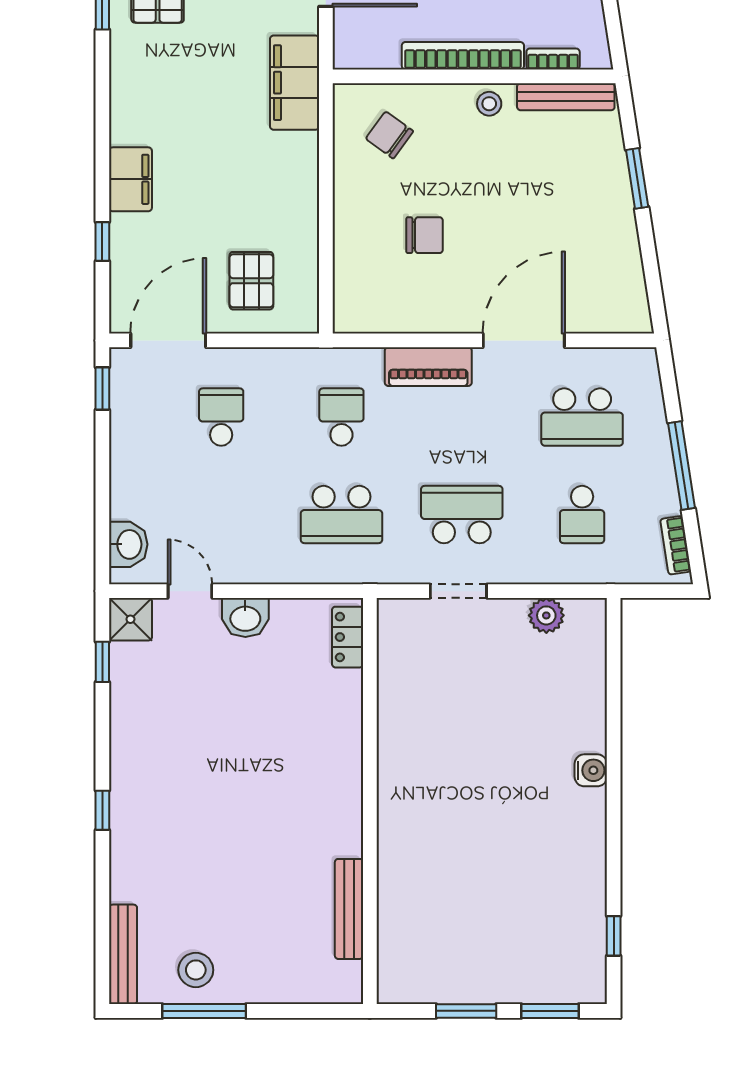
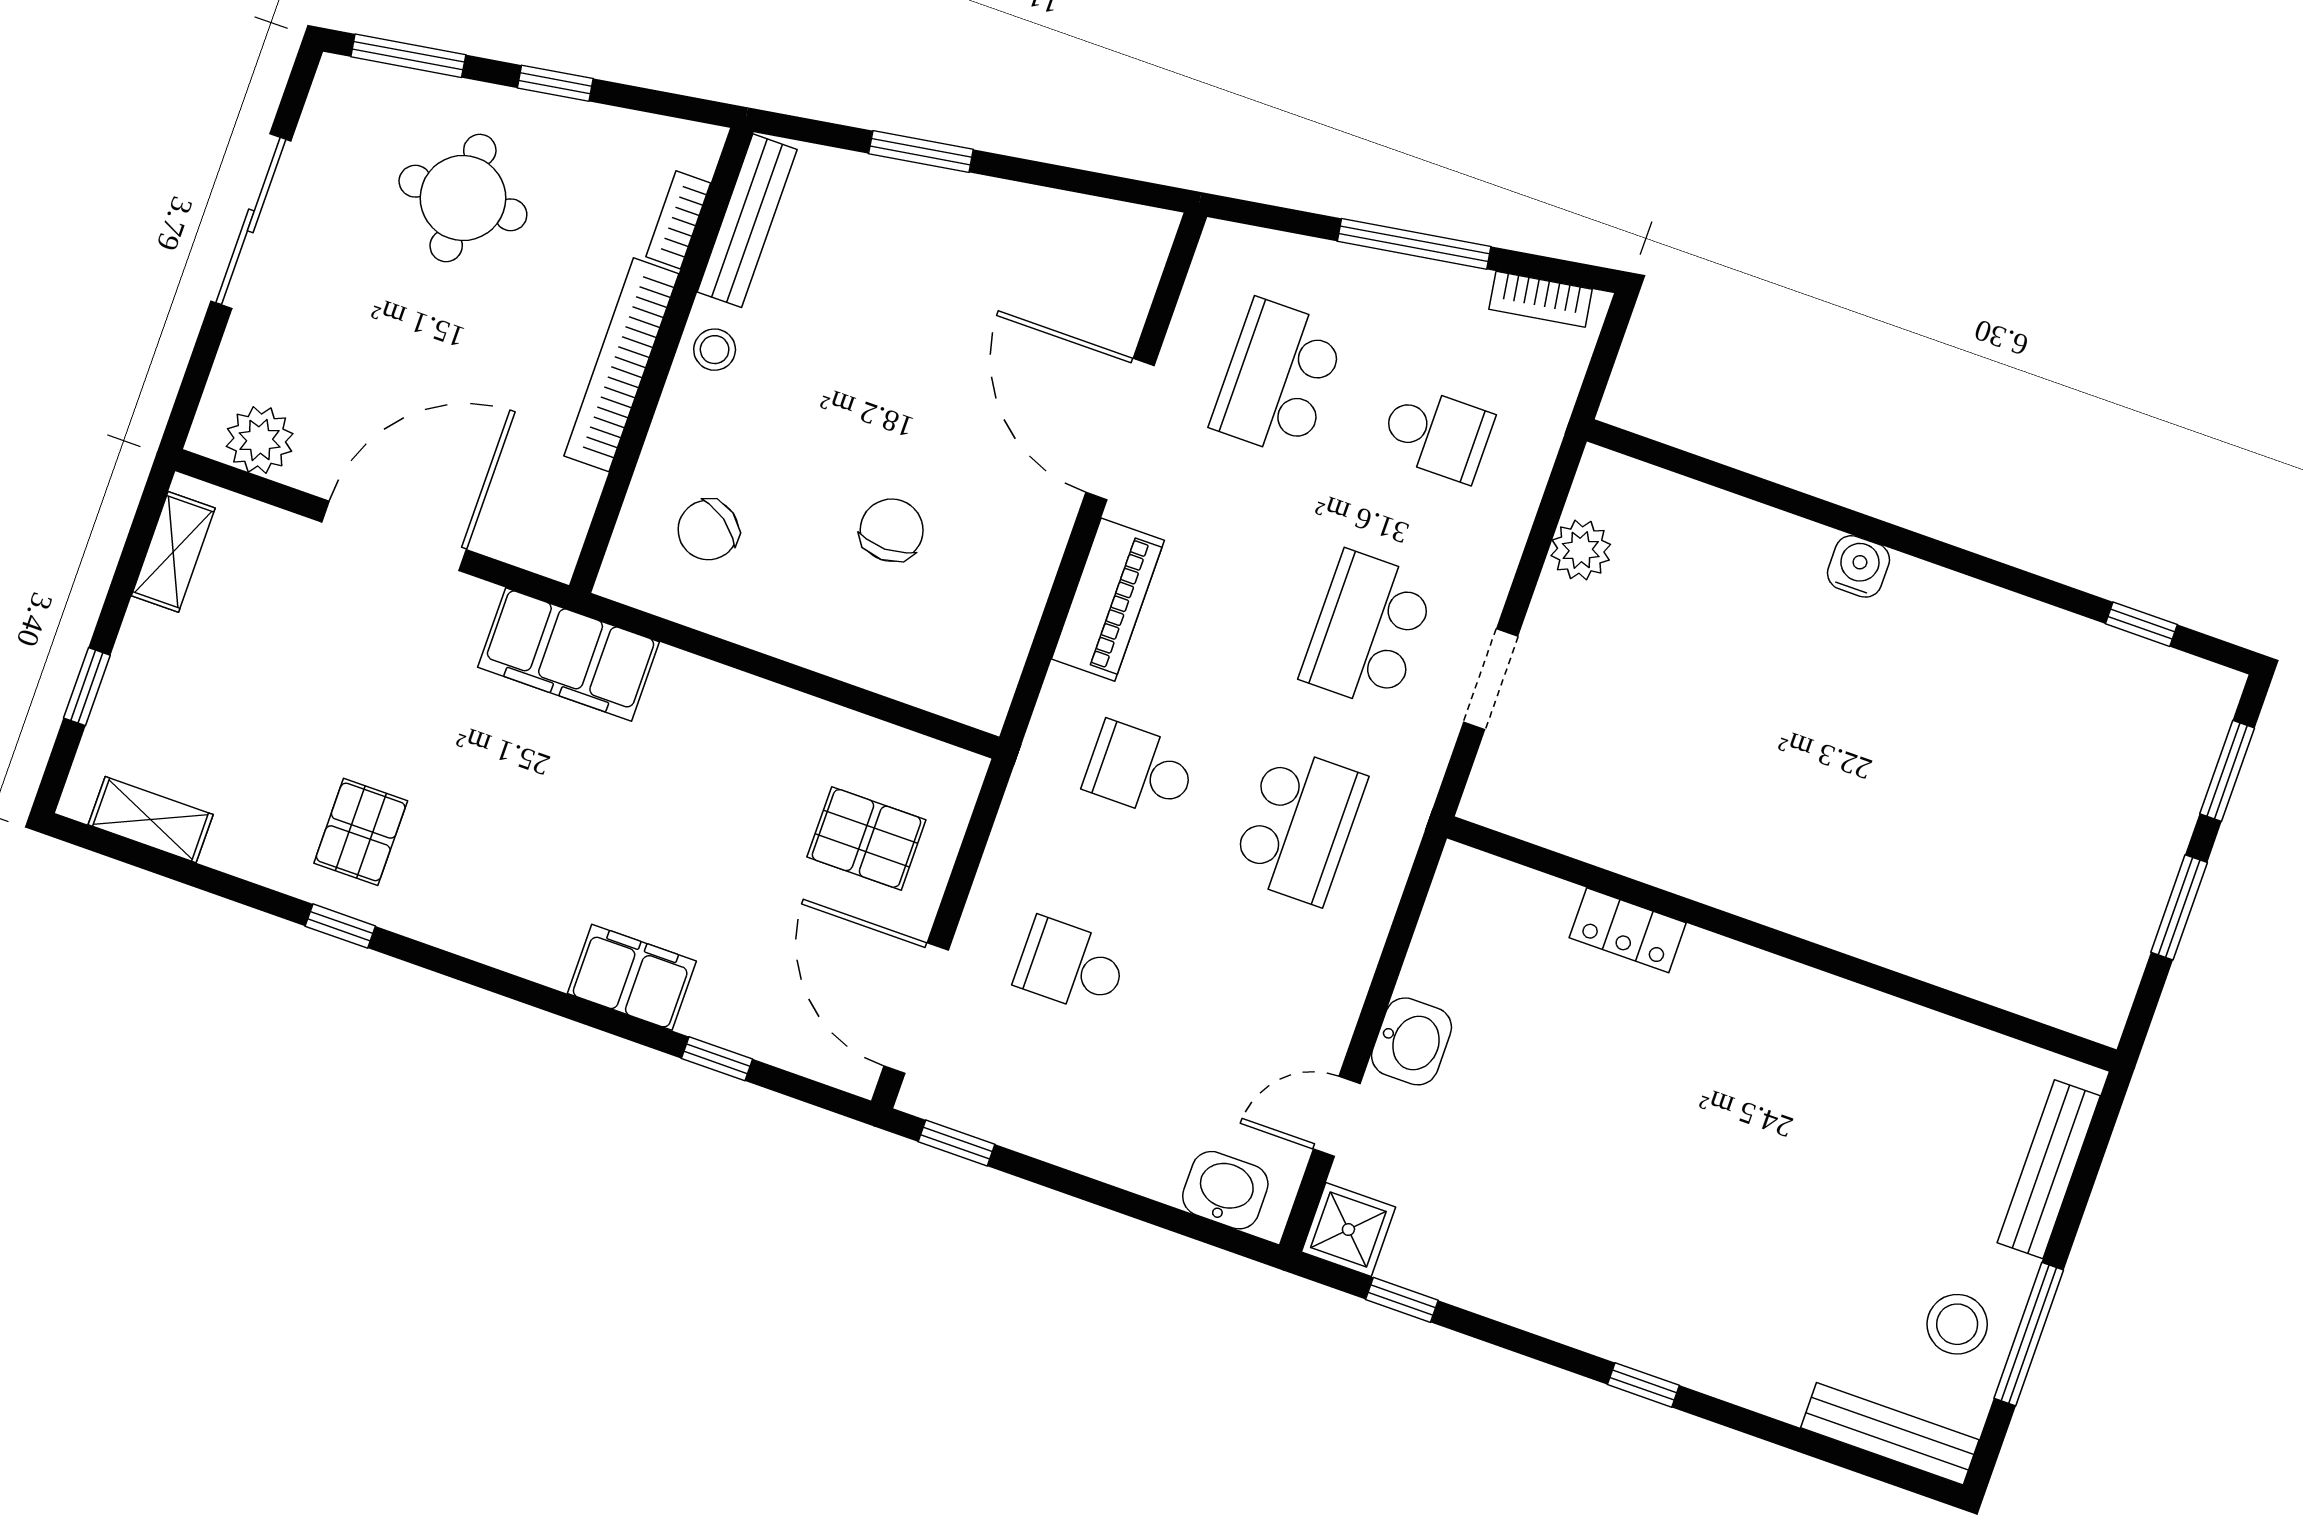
school desk: (582, 417) -> (1278, 378), turned 180
locker: (348, 637) -> (1628, 930), moved
bench: (349, 909) -> (2049, 1169), moved, turned 90

